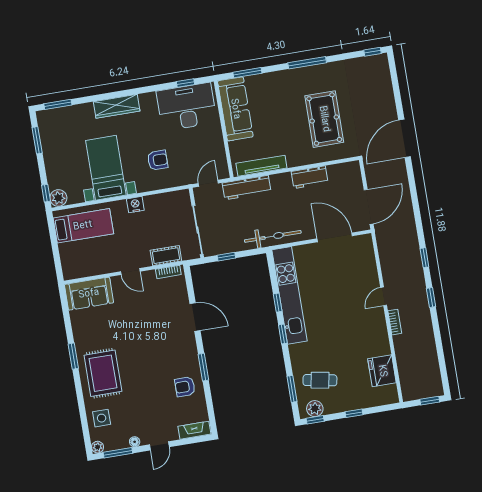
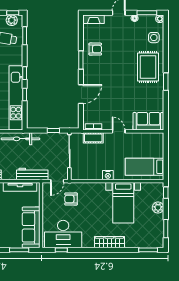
armchair: (158, 160) -> (71, 199), moved
plant: (58, 198) -> (158, 208), moved
door: (195, 317) -> (81, 94), swing flipped

